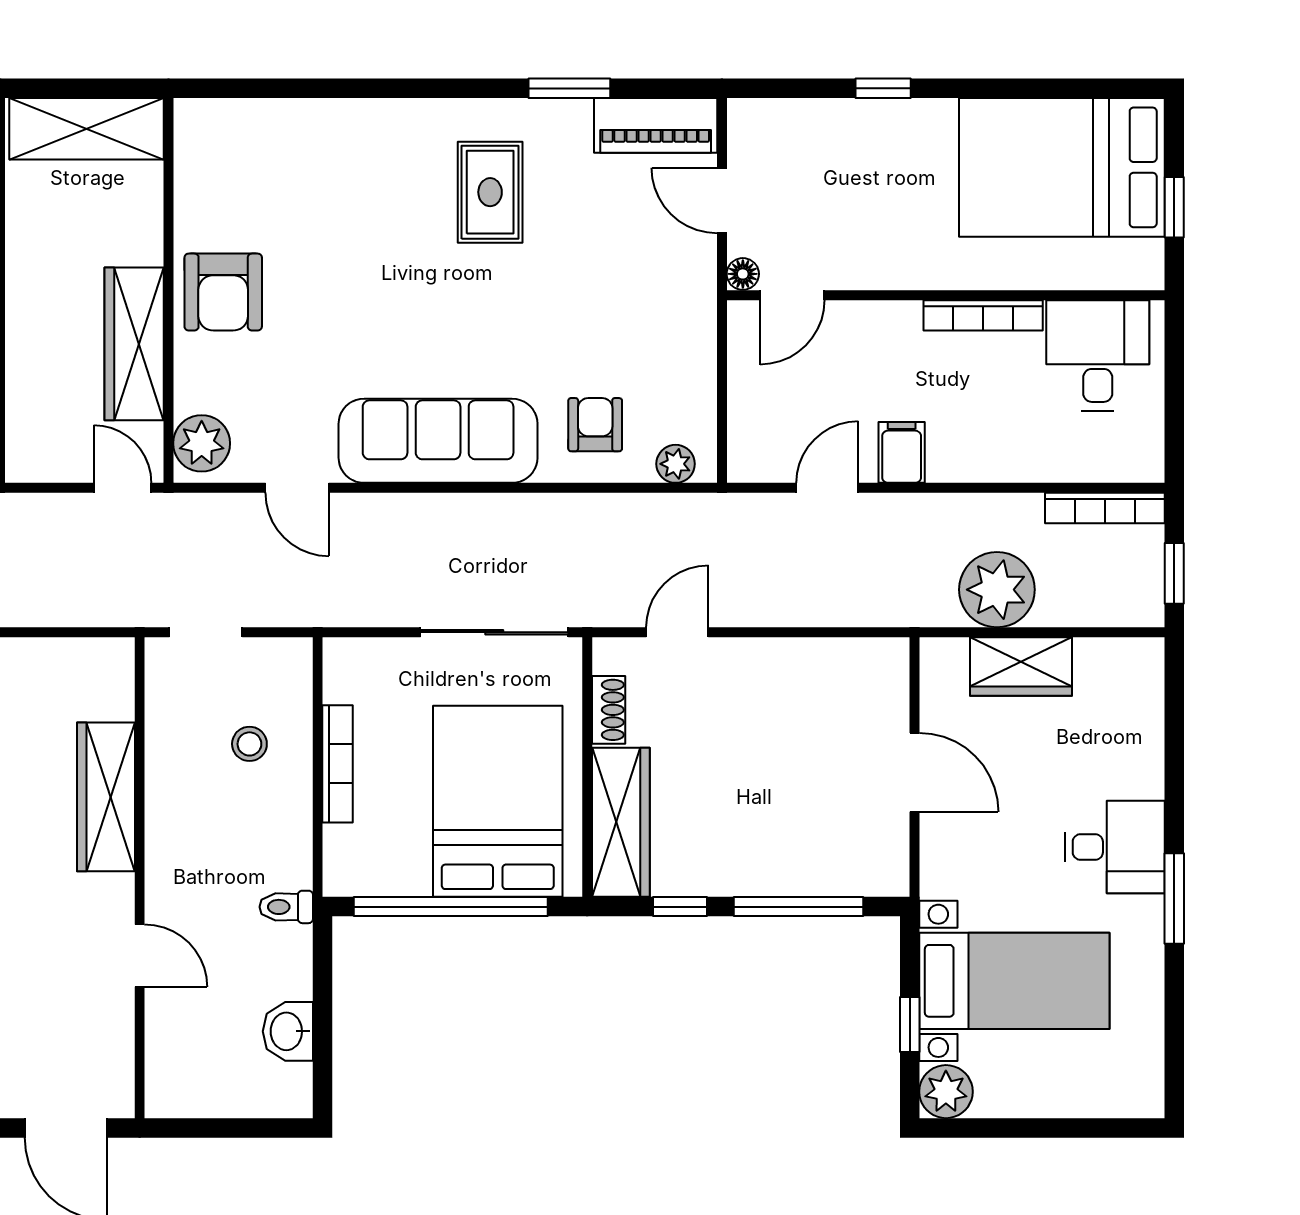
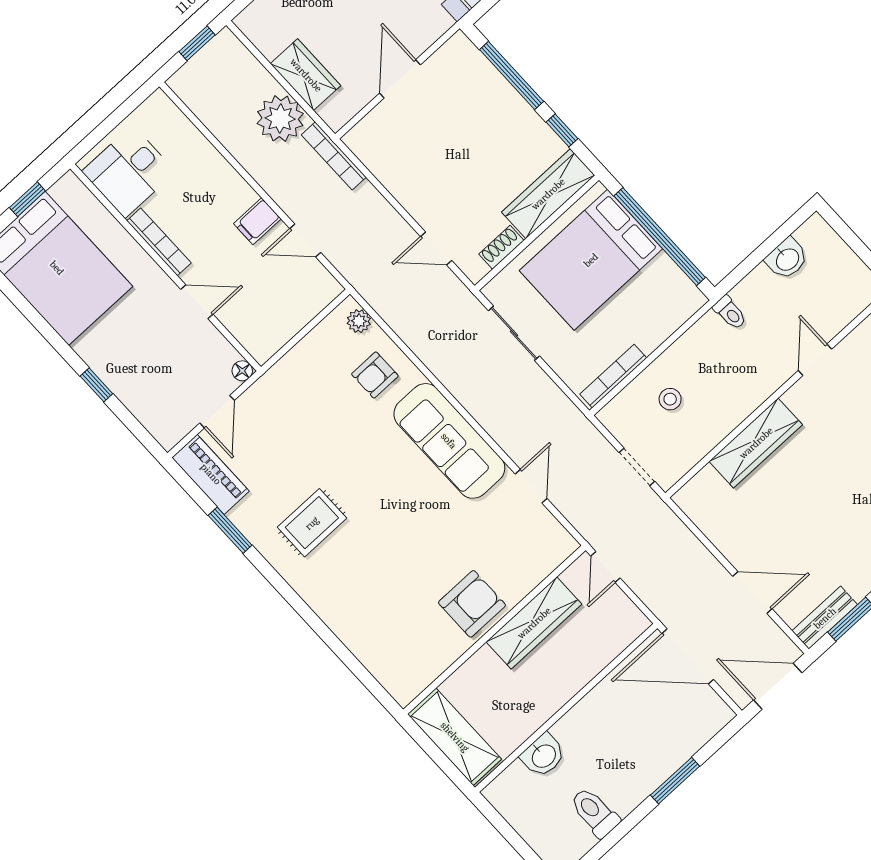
door: (792, 295) -> (197, 302), moved
plant: (202, 443) -> (551, 549), removed
bookcase: (1105, 508) -> (334, 156), moved, turned 180
sliding door: (494, 632) -> (514, 333), width x0.73
bookcase: (338, 764) -> (613, 376), moved

